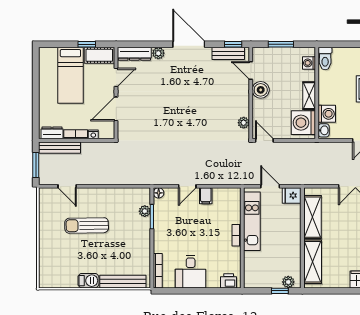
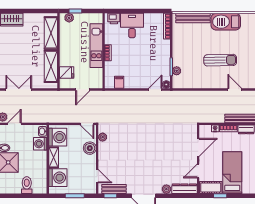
toilet: (325, 59) -> (27, 185), moved
washing machine: (309, 63) -> (58, 178), width x1.89, depth x1.89
boiler: (261, 90) -> (90, 148), moved
door: (187, 186) -> (155, 89), moved
door: (270, 186) -> (83, 89), hinge flipped
fridge: (292, 195) -> (67, 73), moved
filing cabinet: (206, 196) -> (119, 82), moved
kitchen unit: (252, 221) -> (96, 46), moved
desk: (191, 272) -> (132, 26), moved
barbecue: (88, 281) -> (226, 22), width x1.88, depth x1.53

